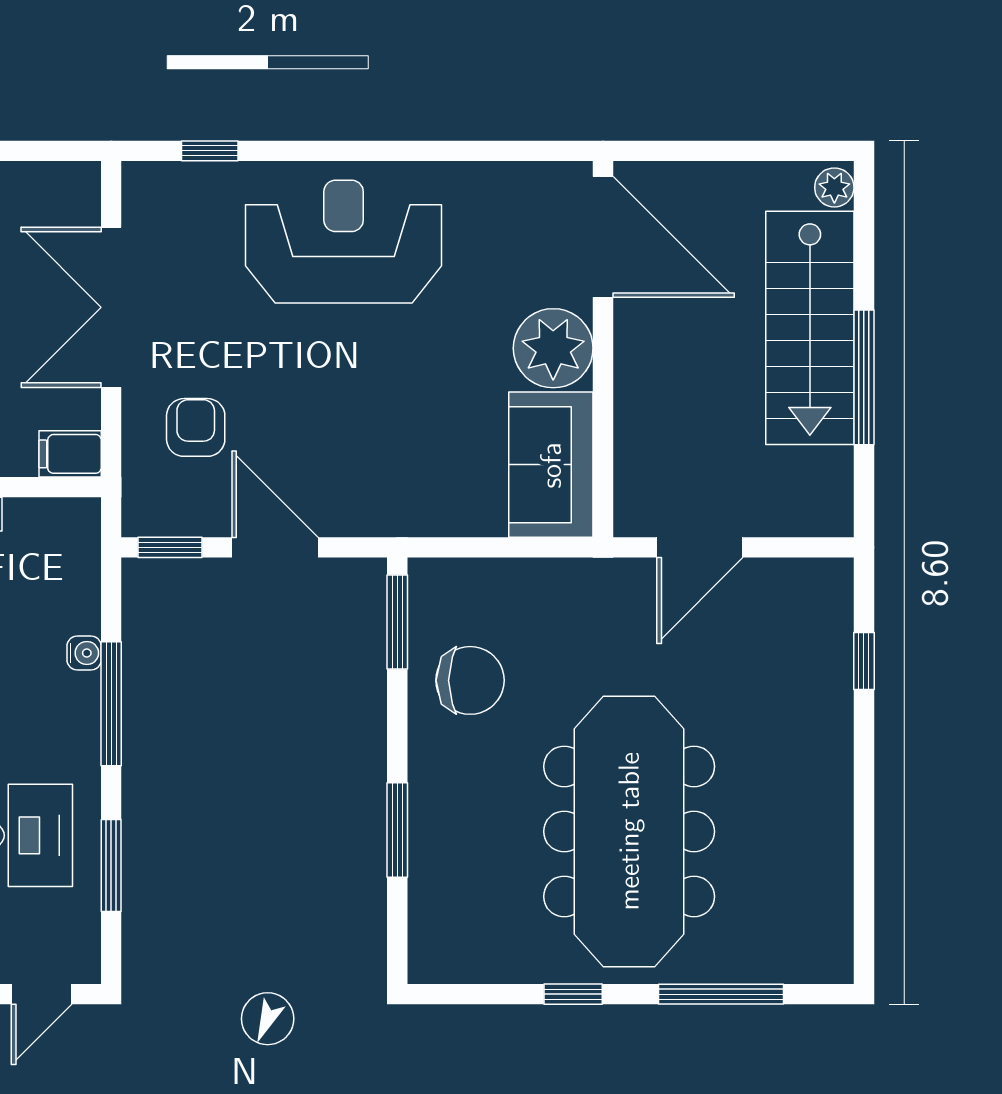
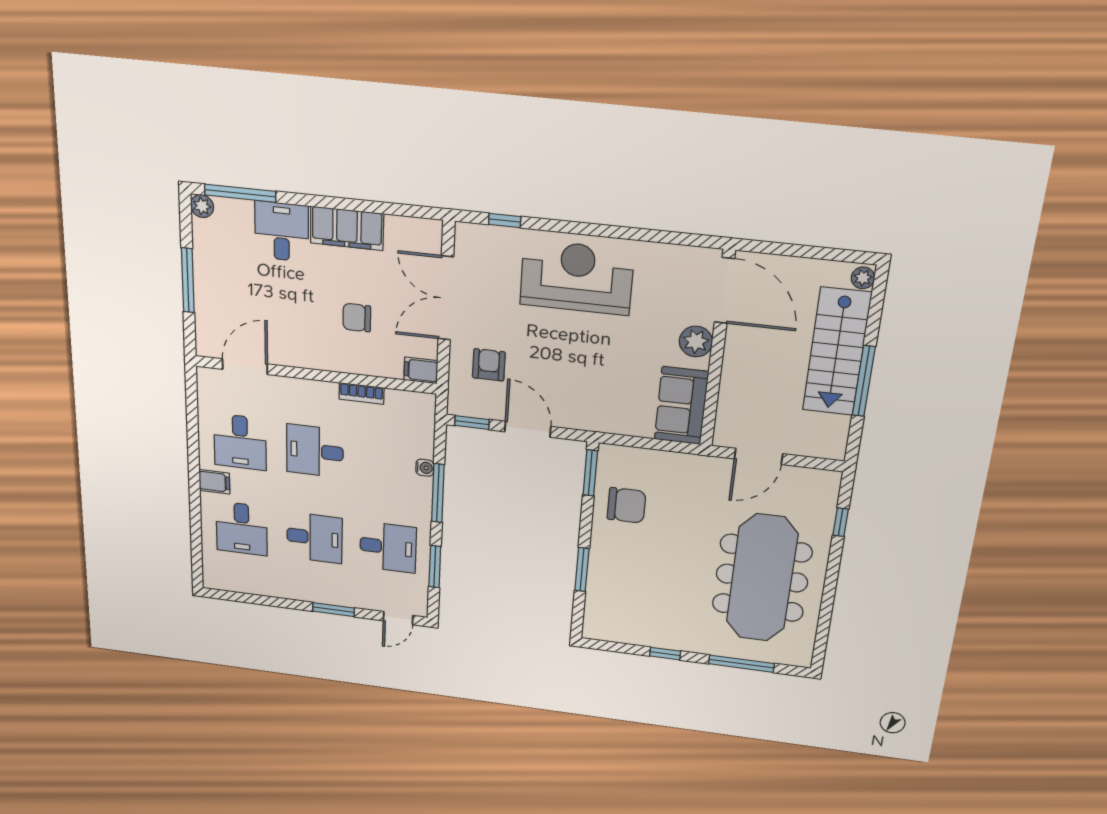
plant: (553, 348) -> (696, 342), width x0.73, depth x0.73
meeting table: (629, 831) -> (762, 578), moved

